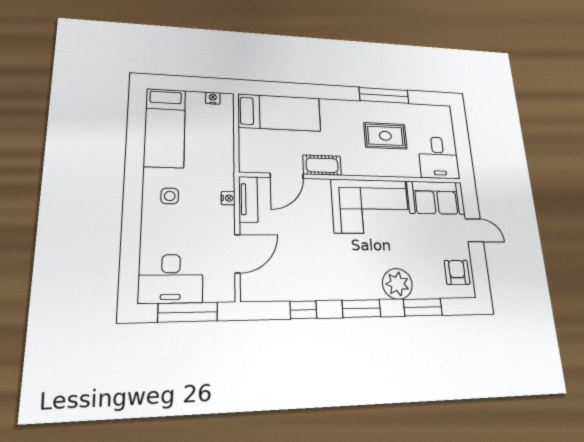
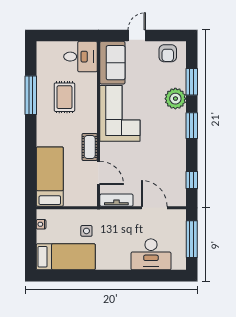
side table: (170, 196) -> (86, 231), moved
nightstand: (228, 198) -> (116, 214), removed
armchair: (457, 272) -> (168, 53), turned -90
desk: (171, 279) -> (151, 254), moved, turned 90
window: (303, 310) -> (192, 180), moved

